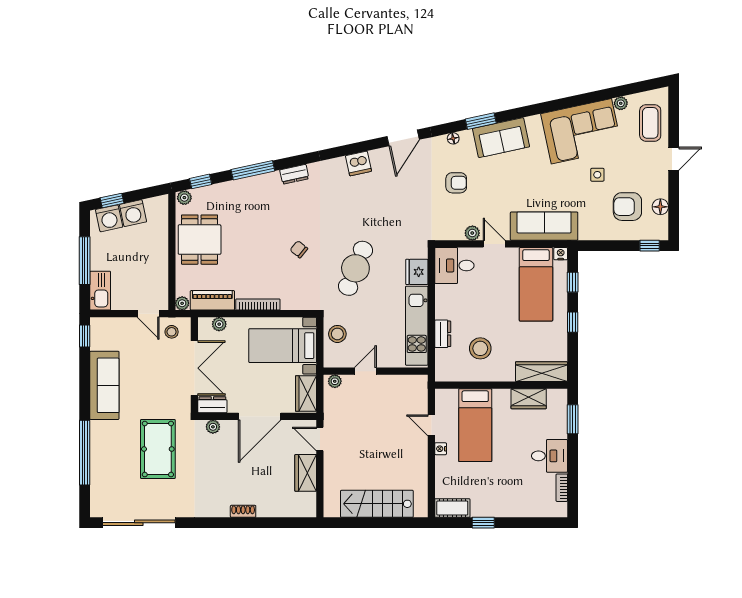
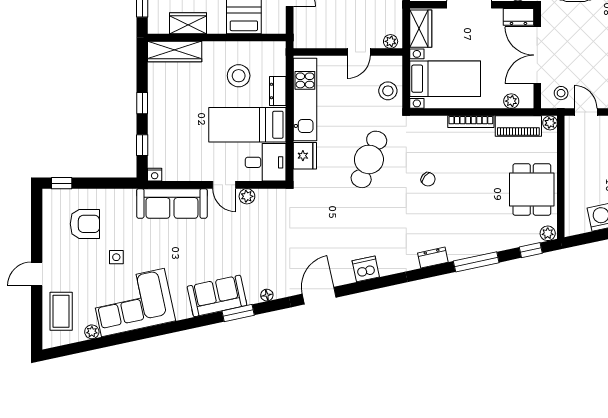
armchair: (456, 183) -> (264, 249), removed
floor lamp: (660, 207) -> (51, 224), removed
bed: (536, 284) -> (247, 125), moved, turned -90

